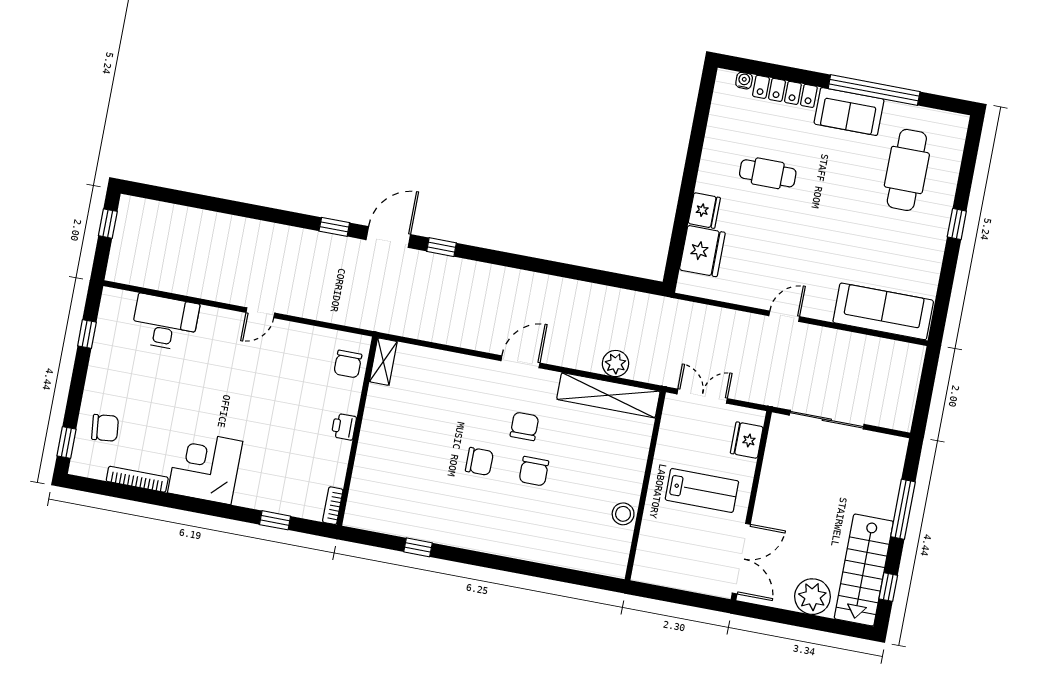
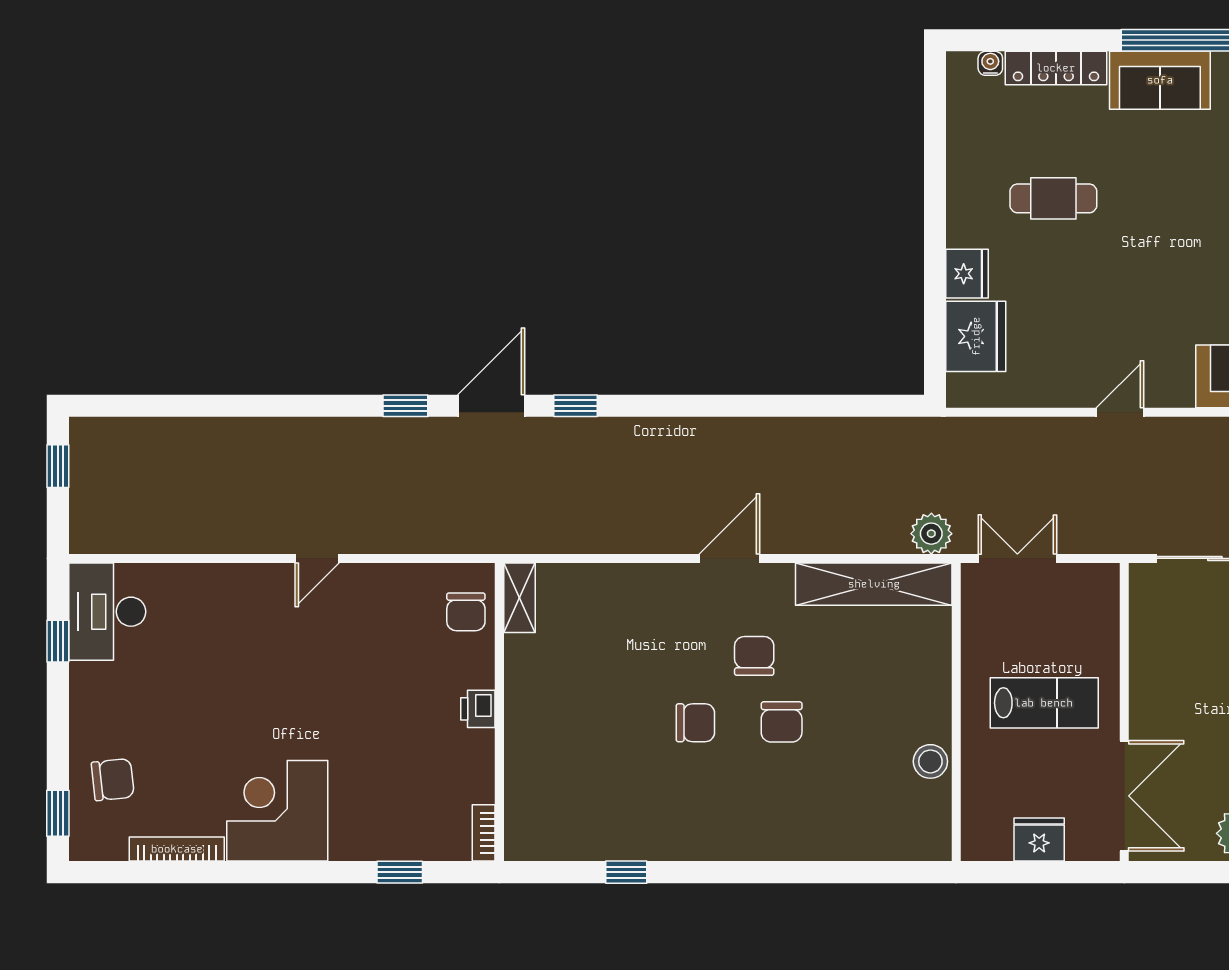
desk: (165, 323) -> (107, 612), moved, turned -90
plant: (616, 364) -> (931, 534), moved
fridge: (747, 440) -> (1039, 840), moved, turned 90

